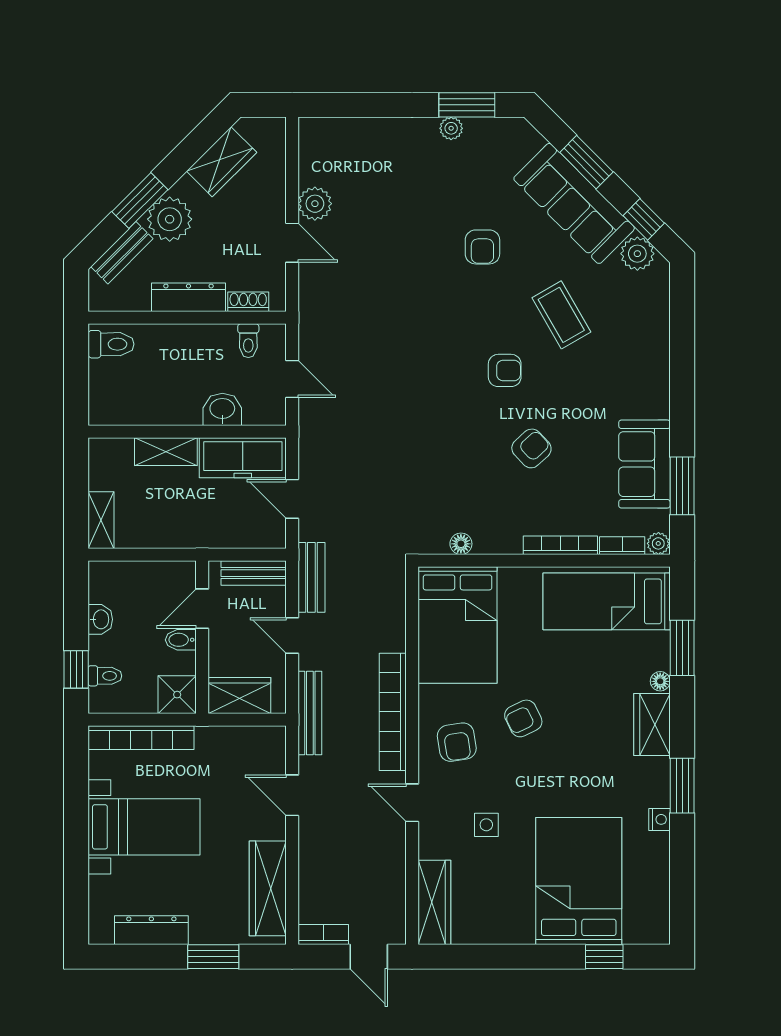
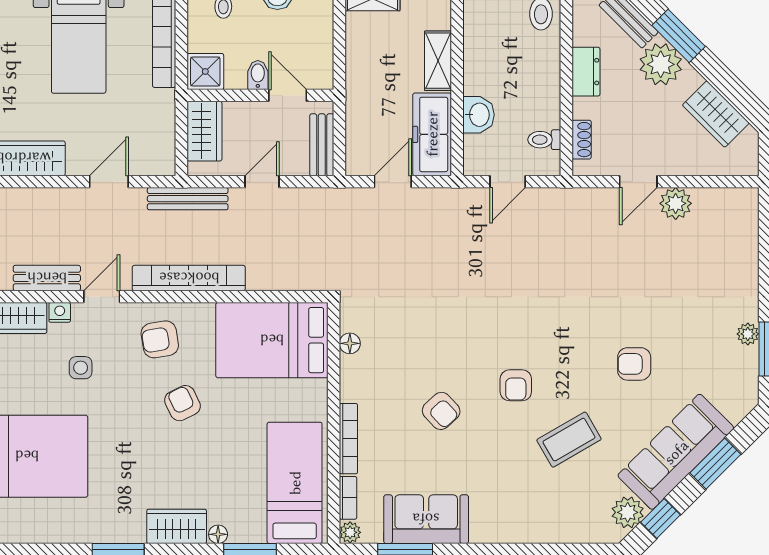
dresser: (188, 297) -> (586, 72), width x0.70
bench: (311, 577) -> (47, 278), moved
nightstand: (660, 819) -> (60, 312), moved, turned 180

